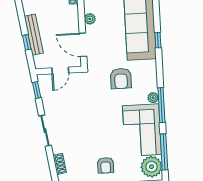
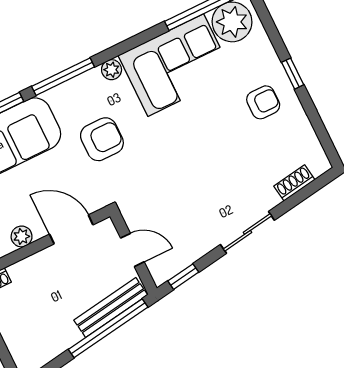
bench: (34, 35) -> (111, 308), moved
window: (27, 42) -> (108, 328), width x3.17
door: (83, 45) -> (71, 229), swing flipped
window: (161, 105) -> (63, 77), moved

